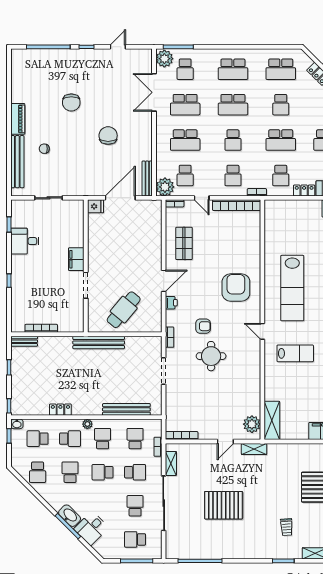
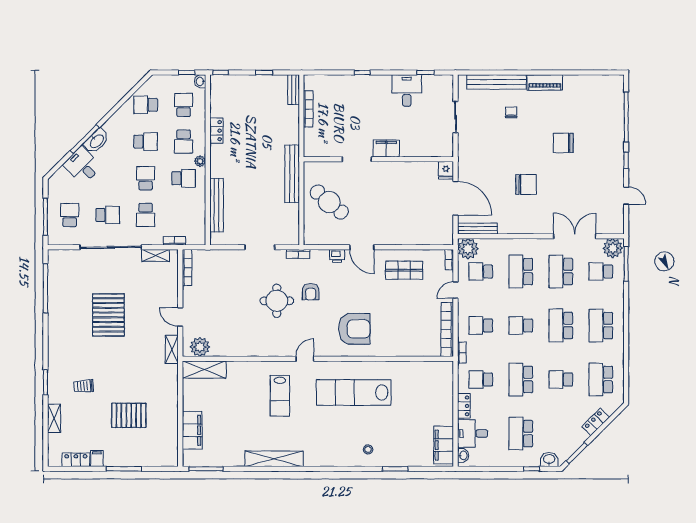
school desk: (135, 439) -> (184, 215), removed

